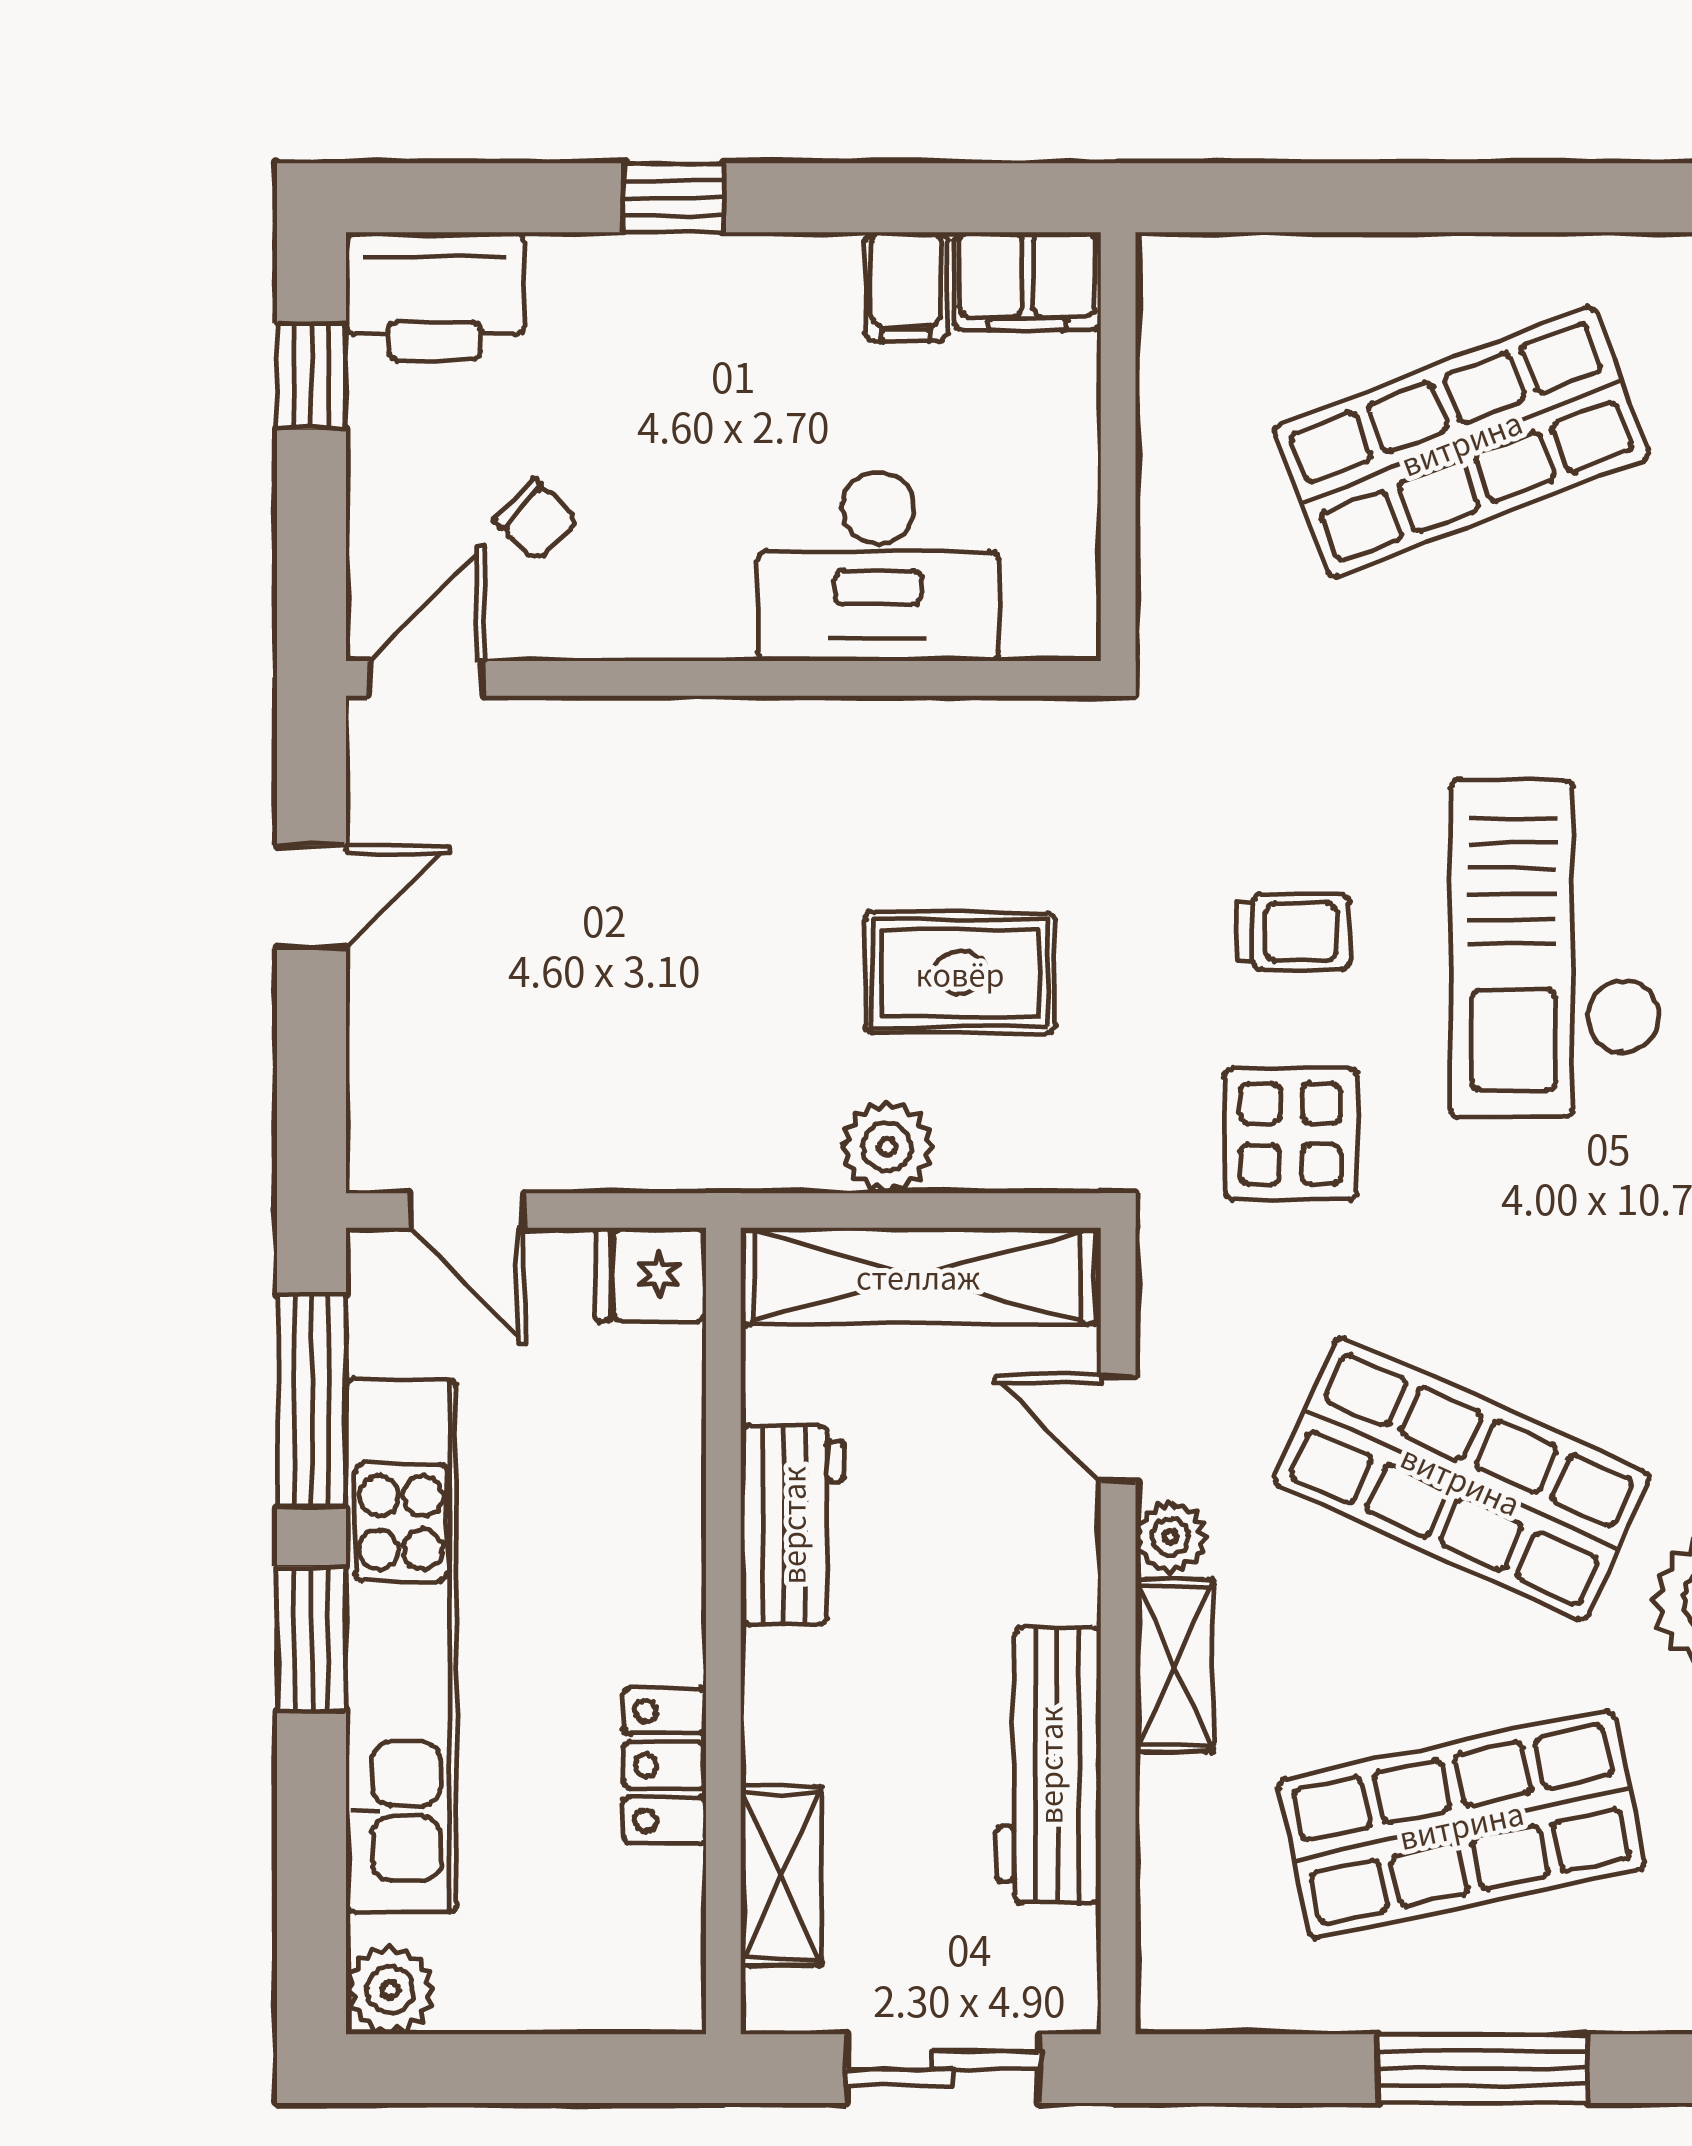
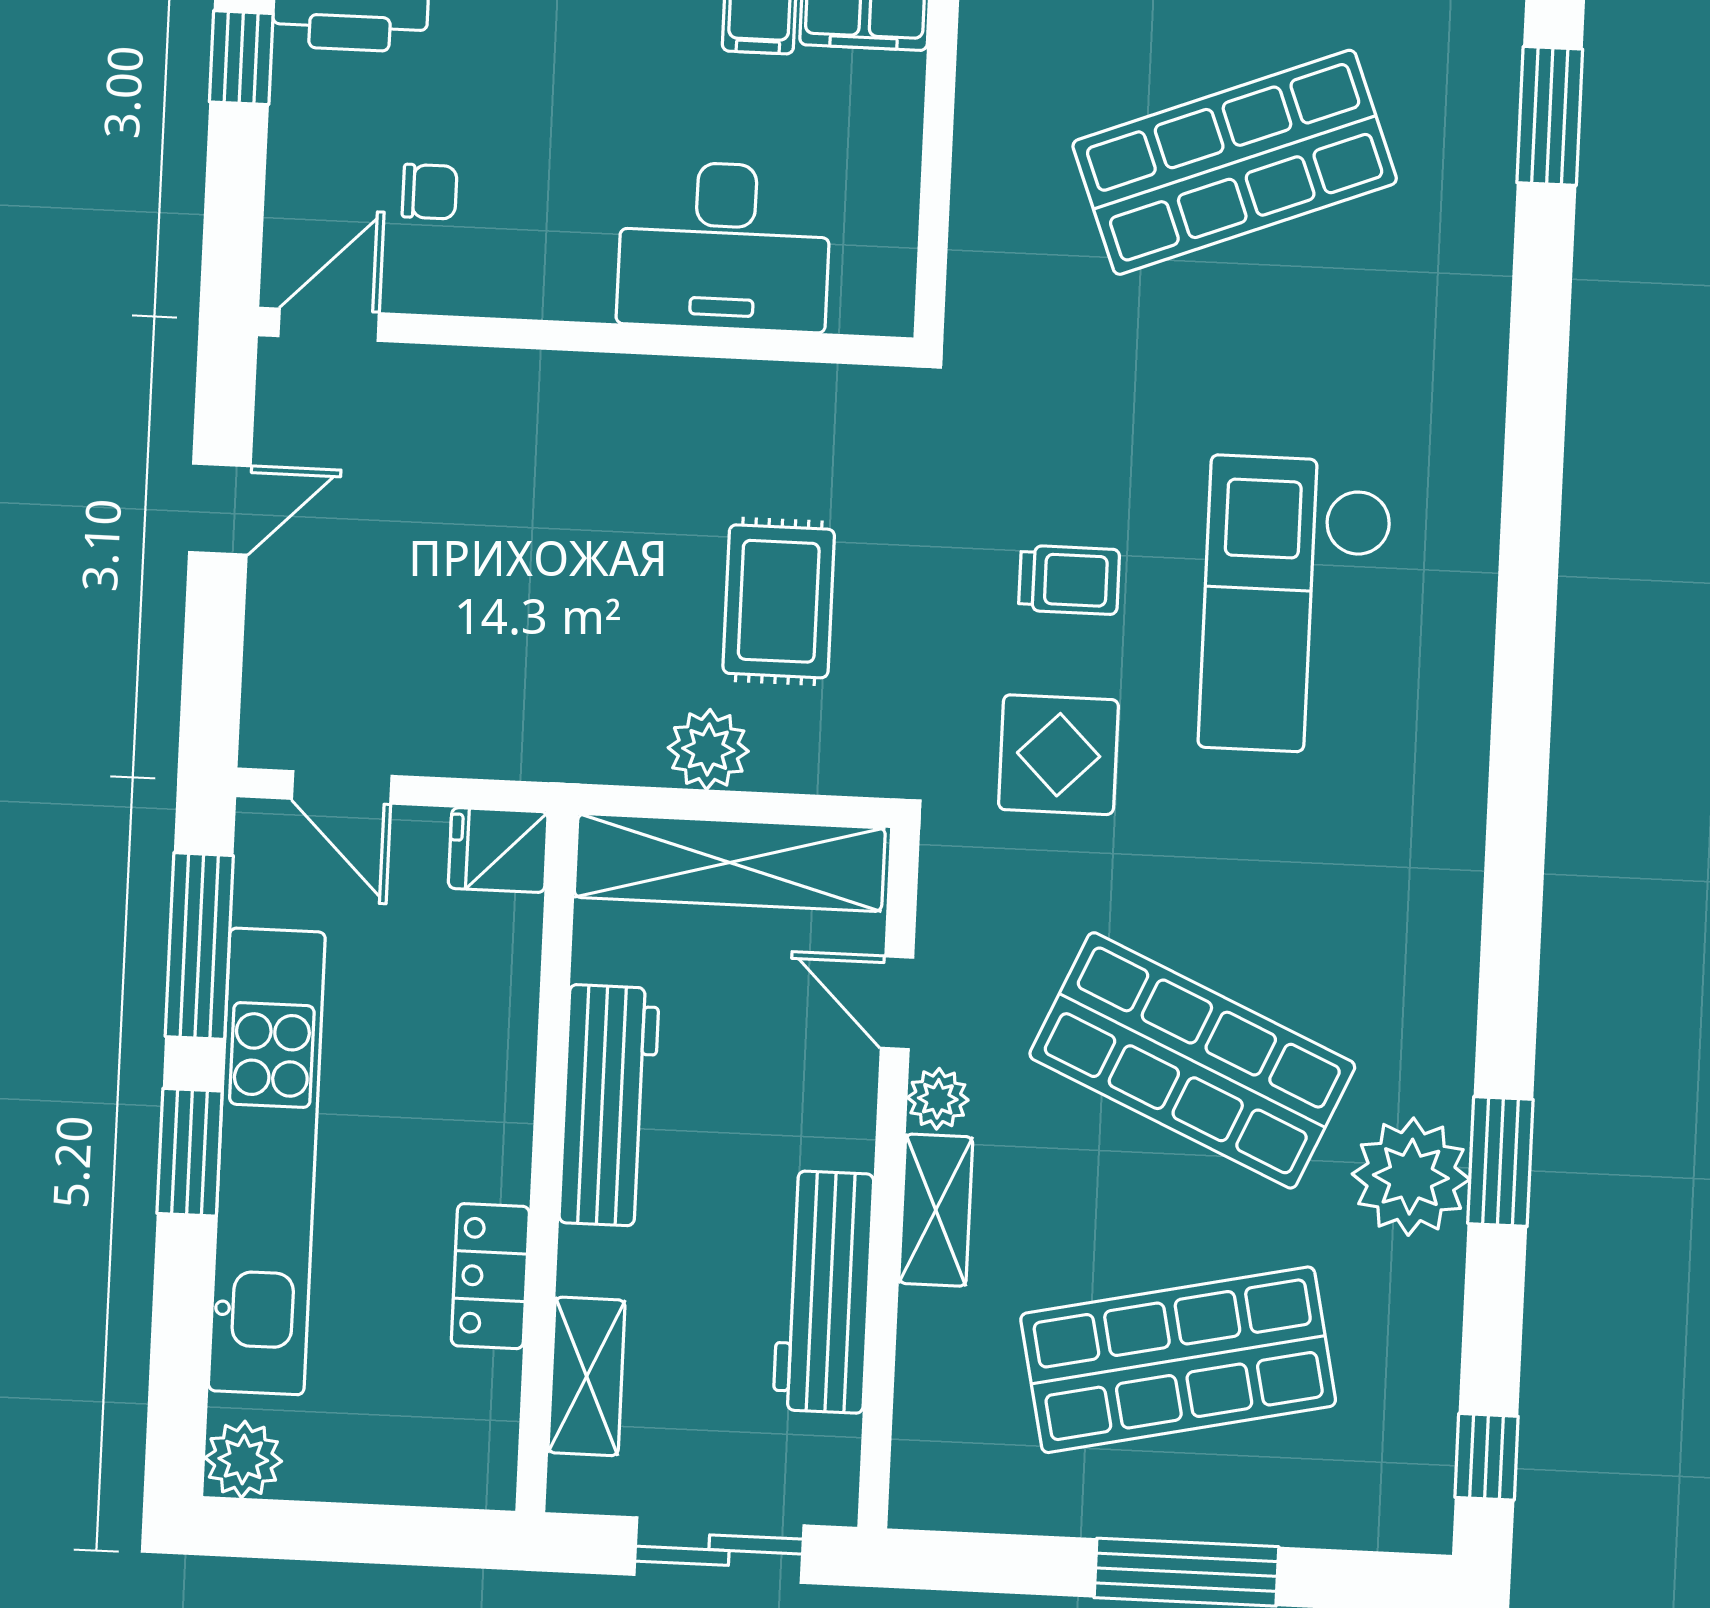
chair: (536, 520) -> (430, 192), turned -43
rug: (960, 973) -> (779, 601), turned 90
workbench: (792, 1525) -> (609, 1105), width x1.38

